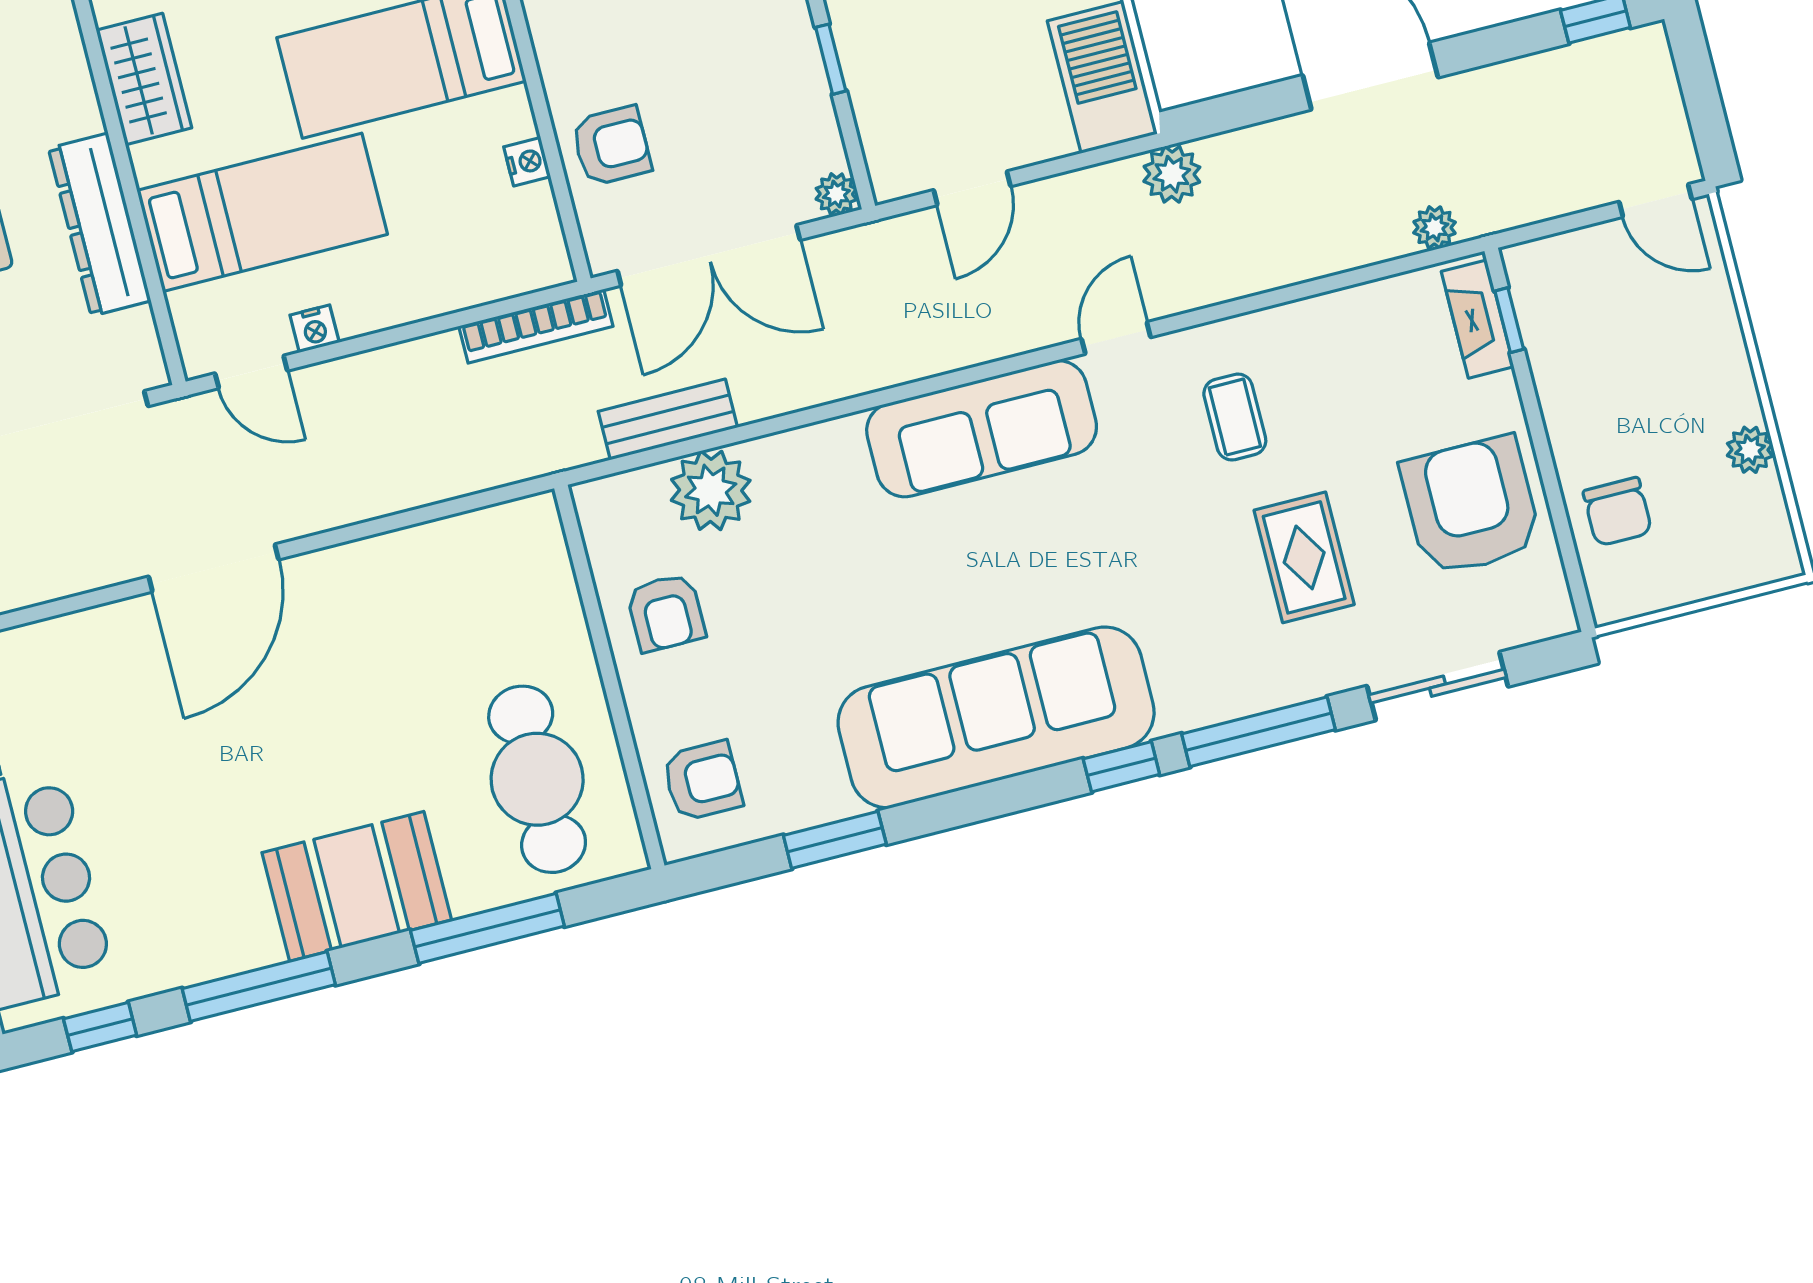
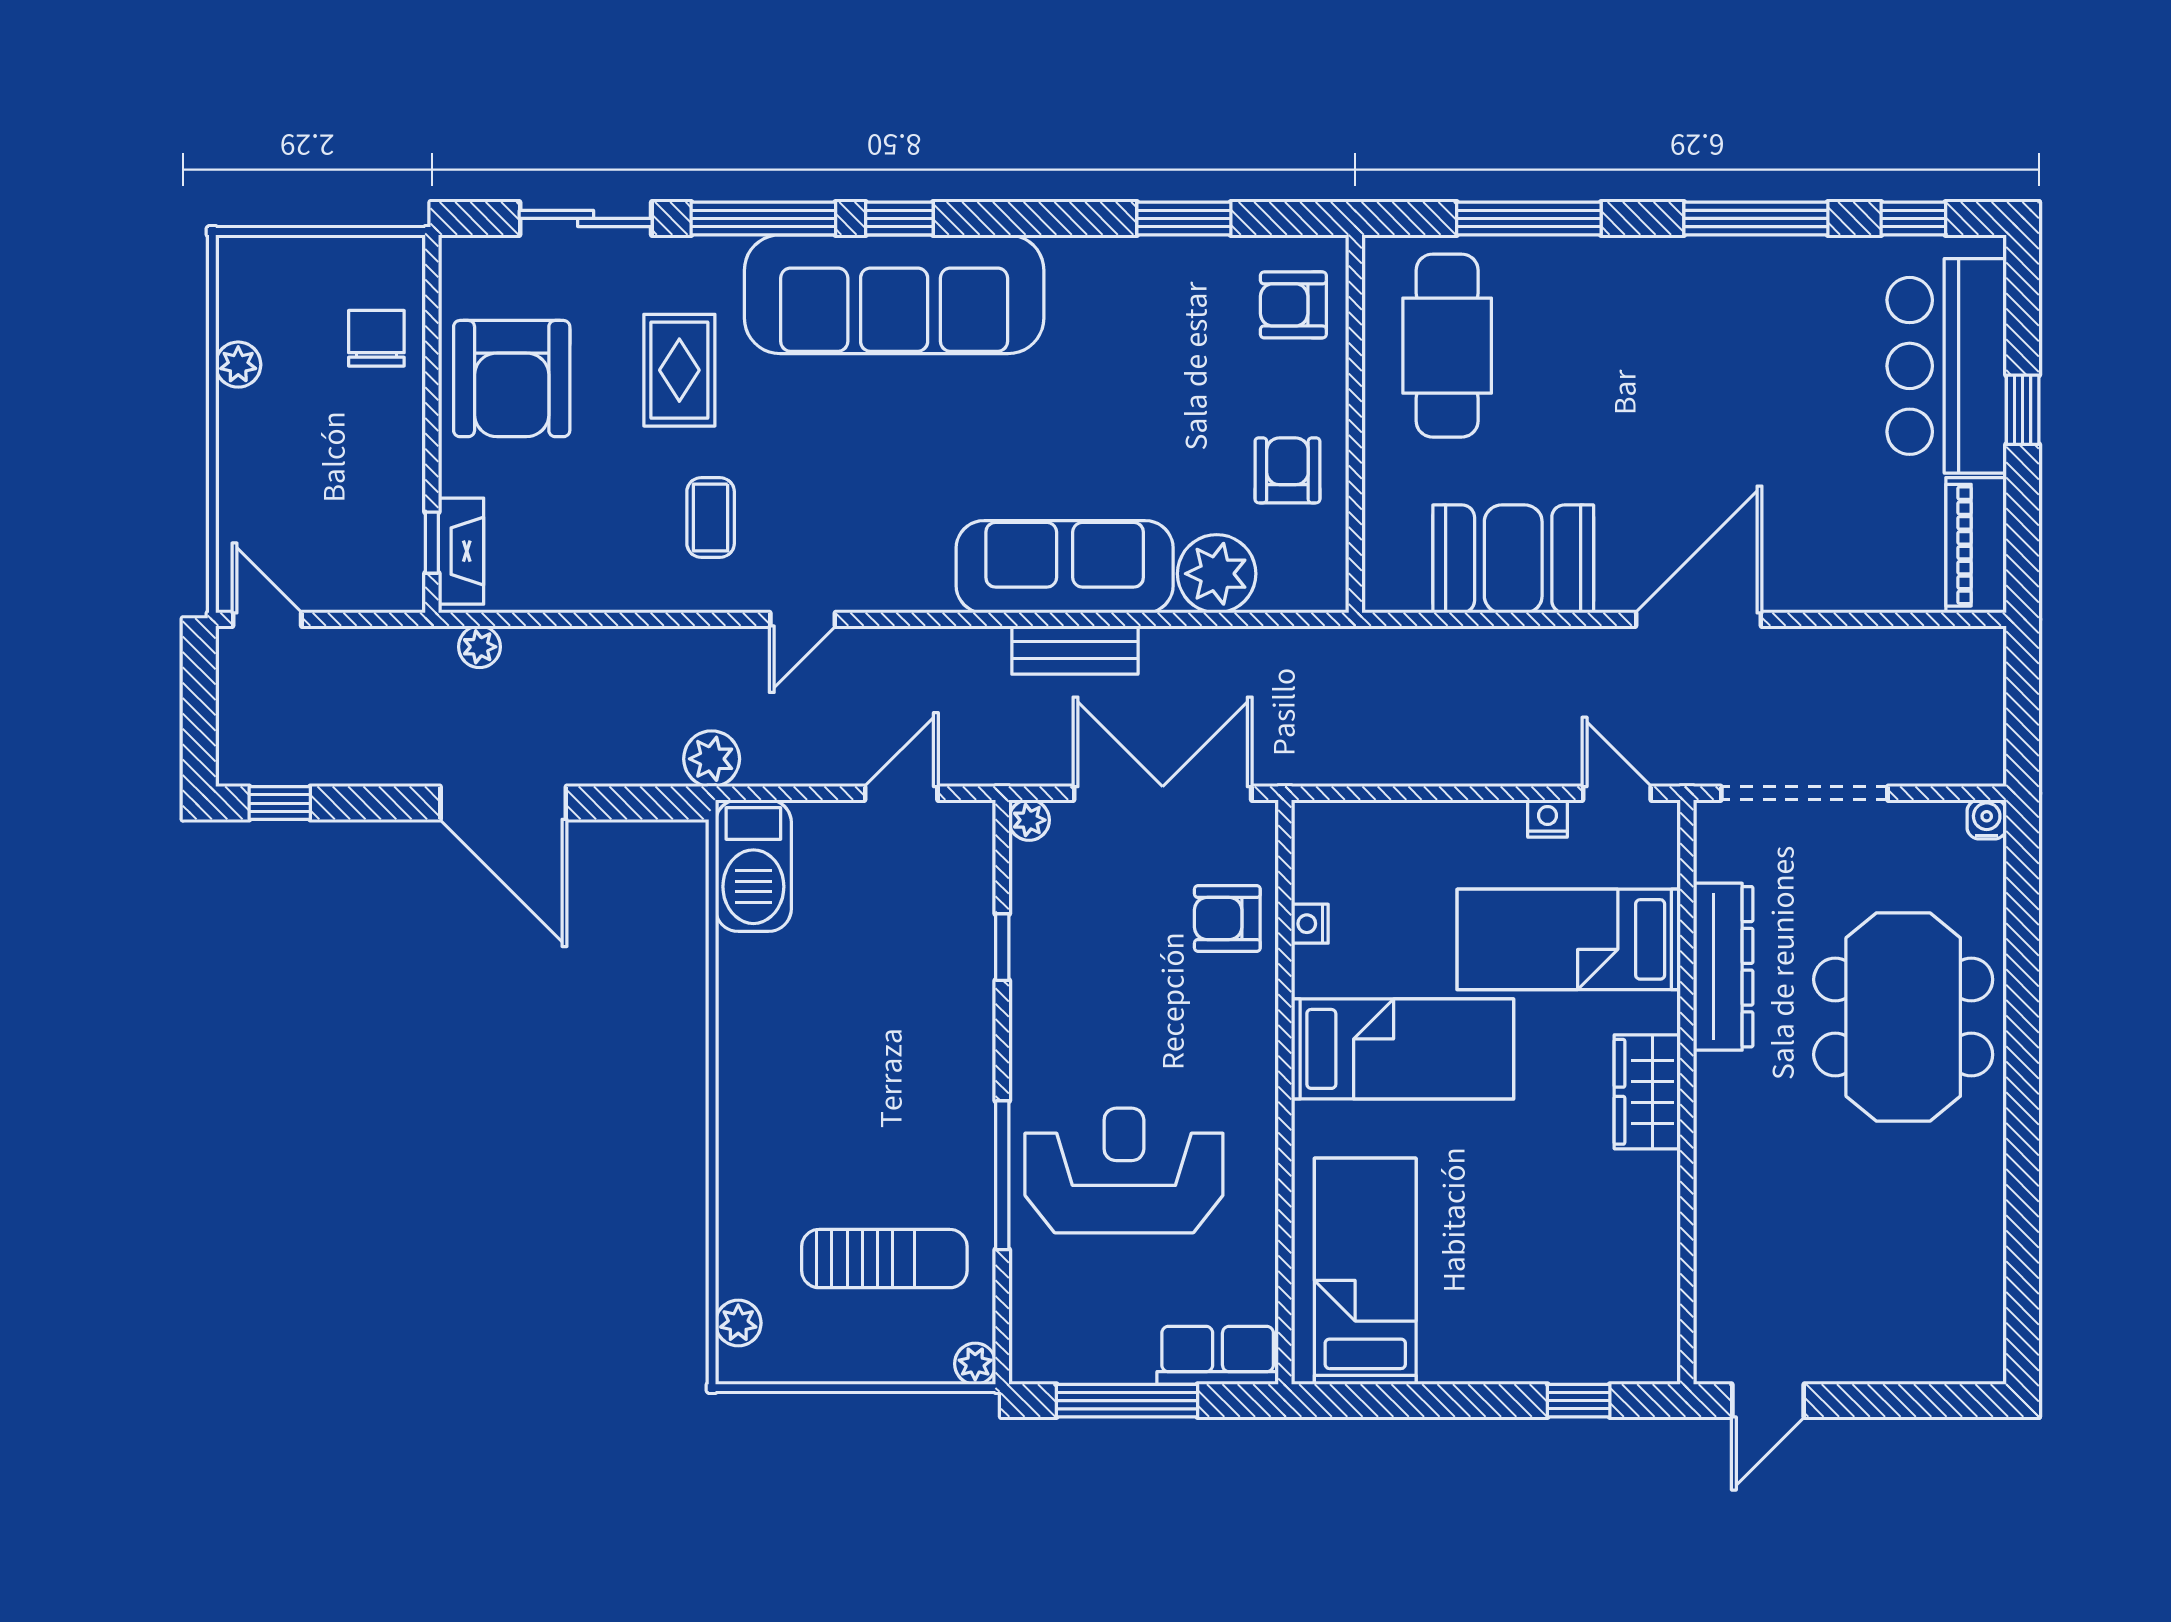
bookcase: (536, 326) -> (1341, 768), removed
bench: (668, 419) -> (1075, 650), moved
sofa: (982, 429) -> (1065, 567), moved
sofa: (996, 717) -> (894, 294), moved
booth: (357, 886) -> (1513, 559), moved

